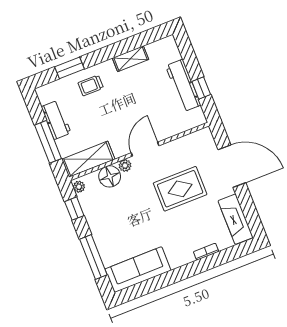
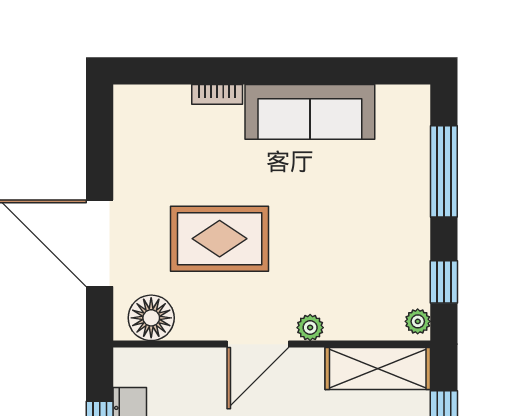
floor lamp: (110, 176) -> (151, 318), moved
fireplace: (236, 219) -> (134, 136), removed
sofa: (138, 270) -> (310, 112), moved

